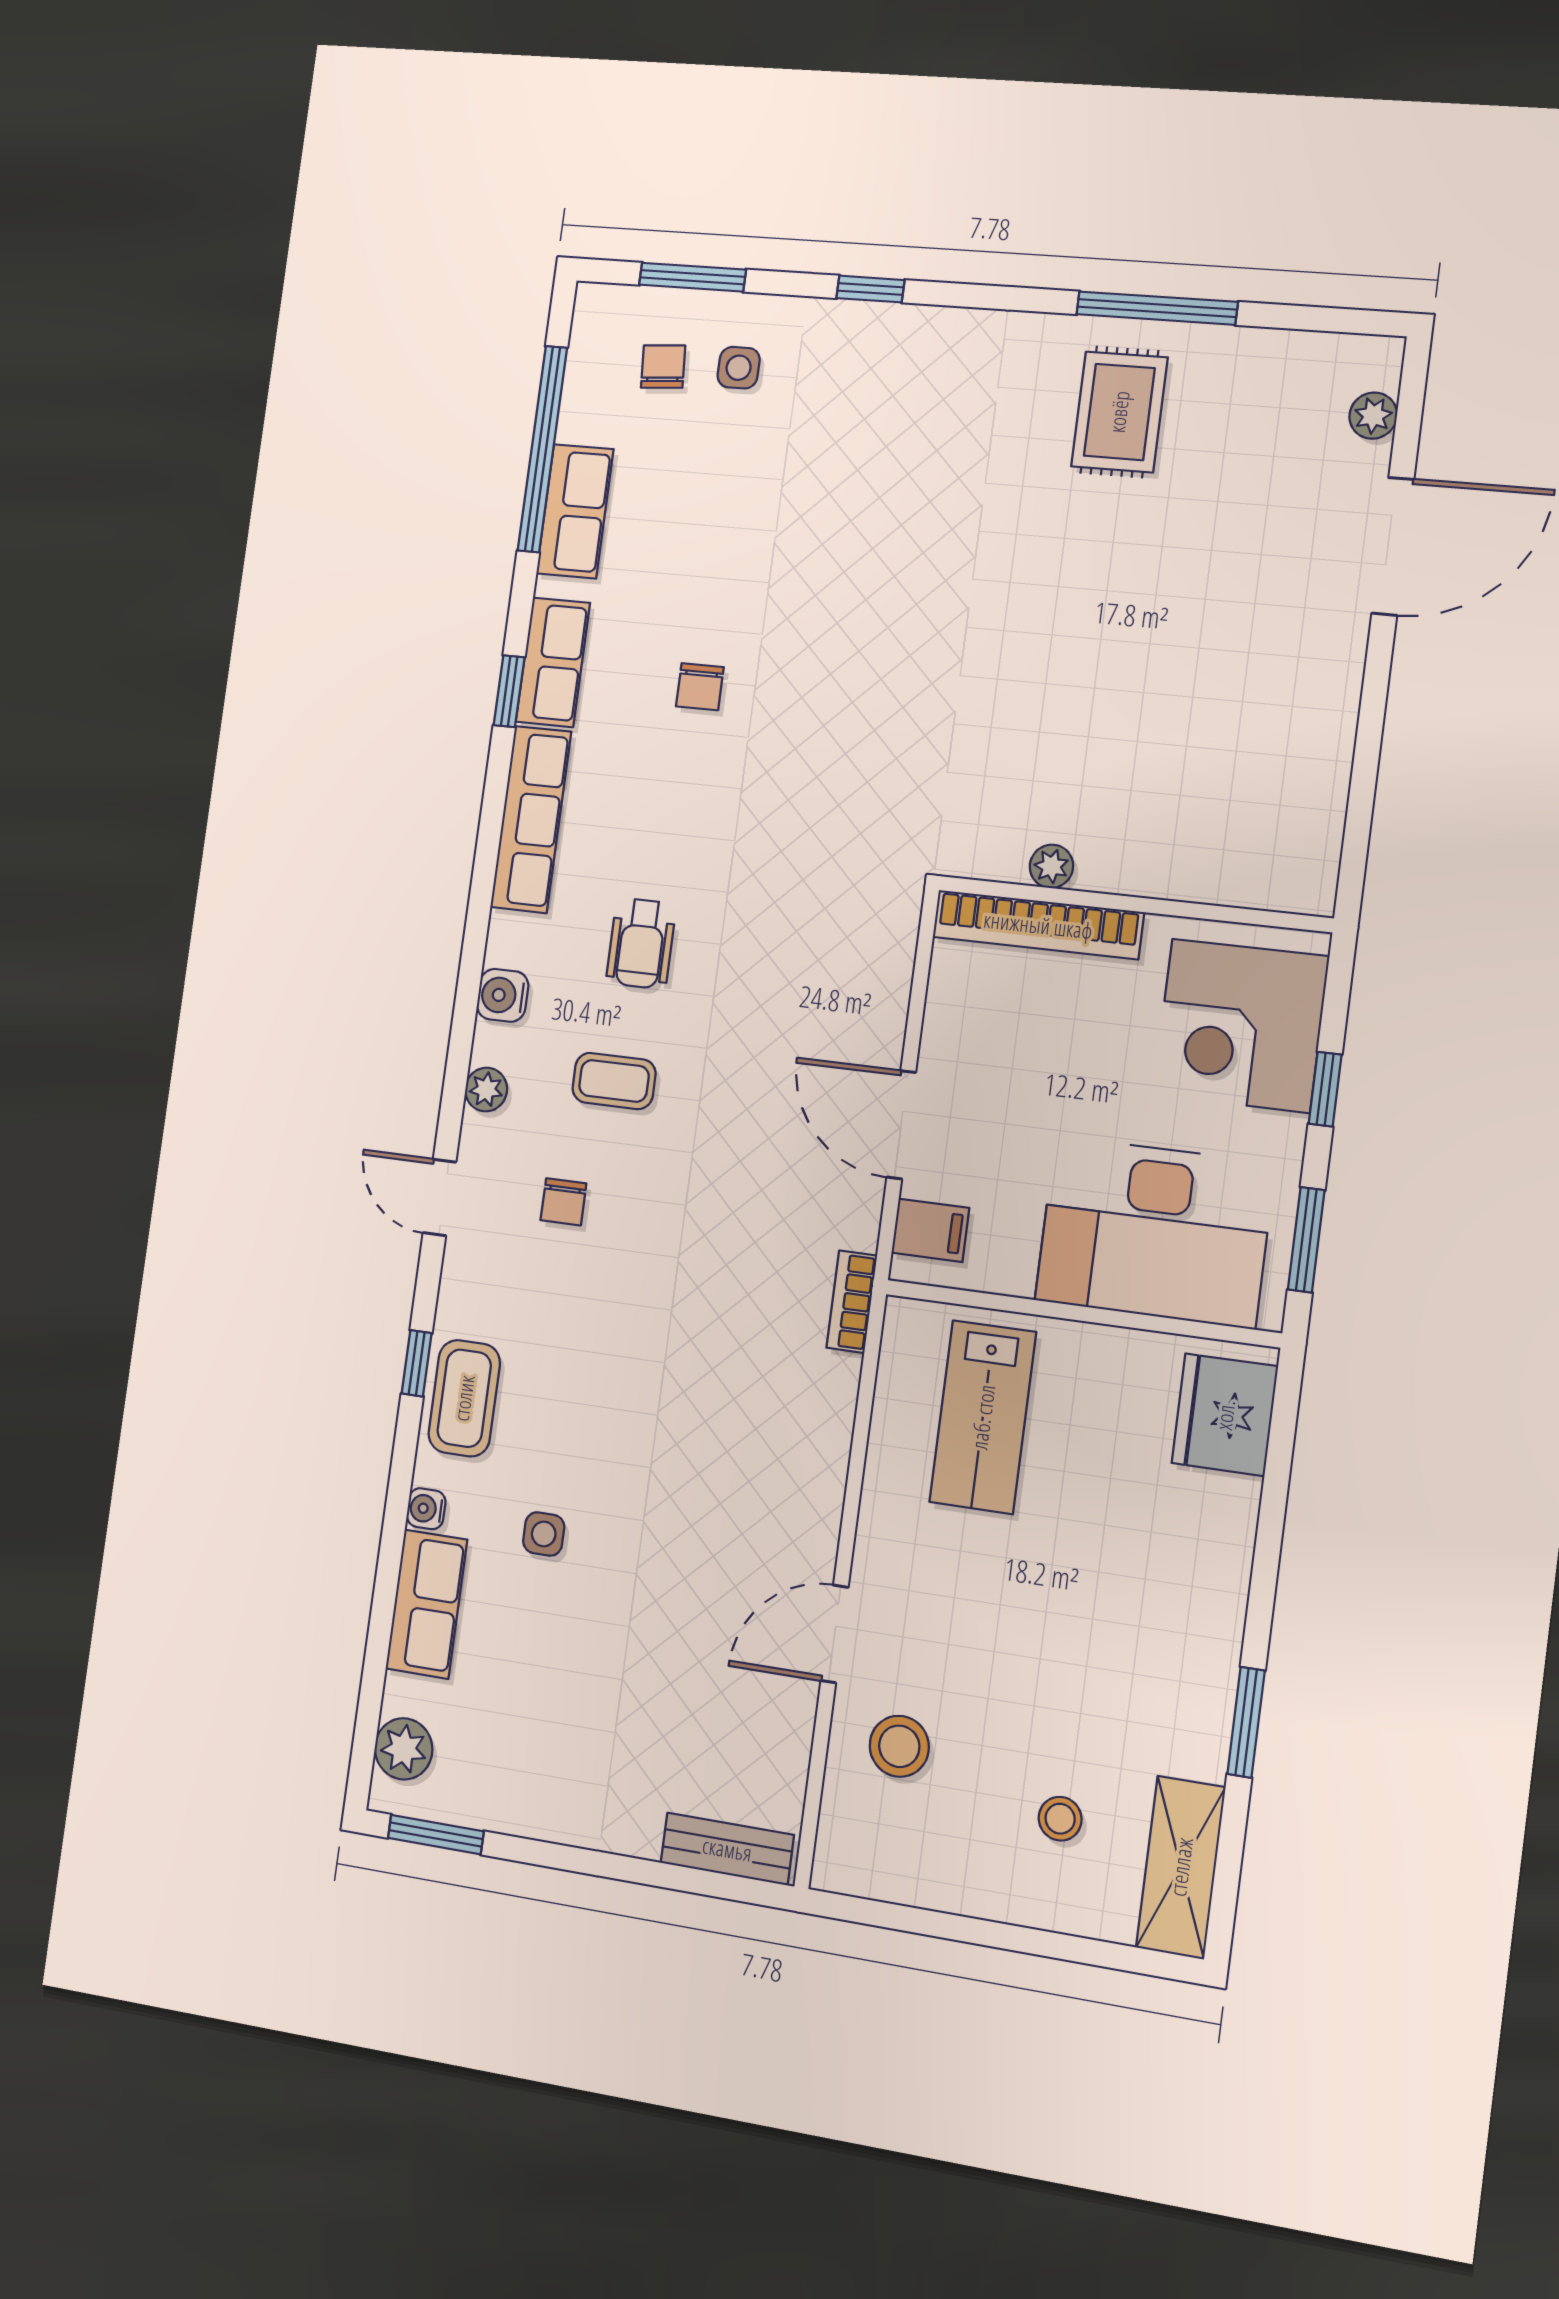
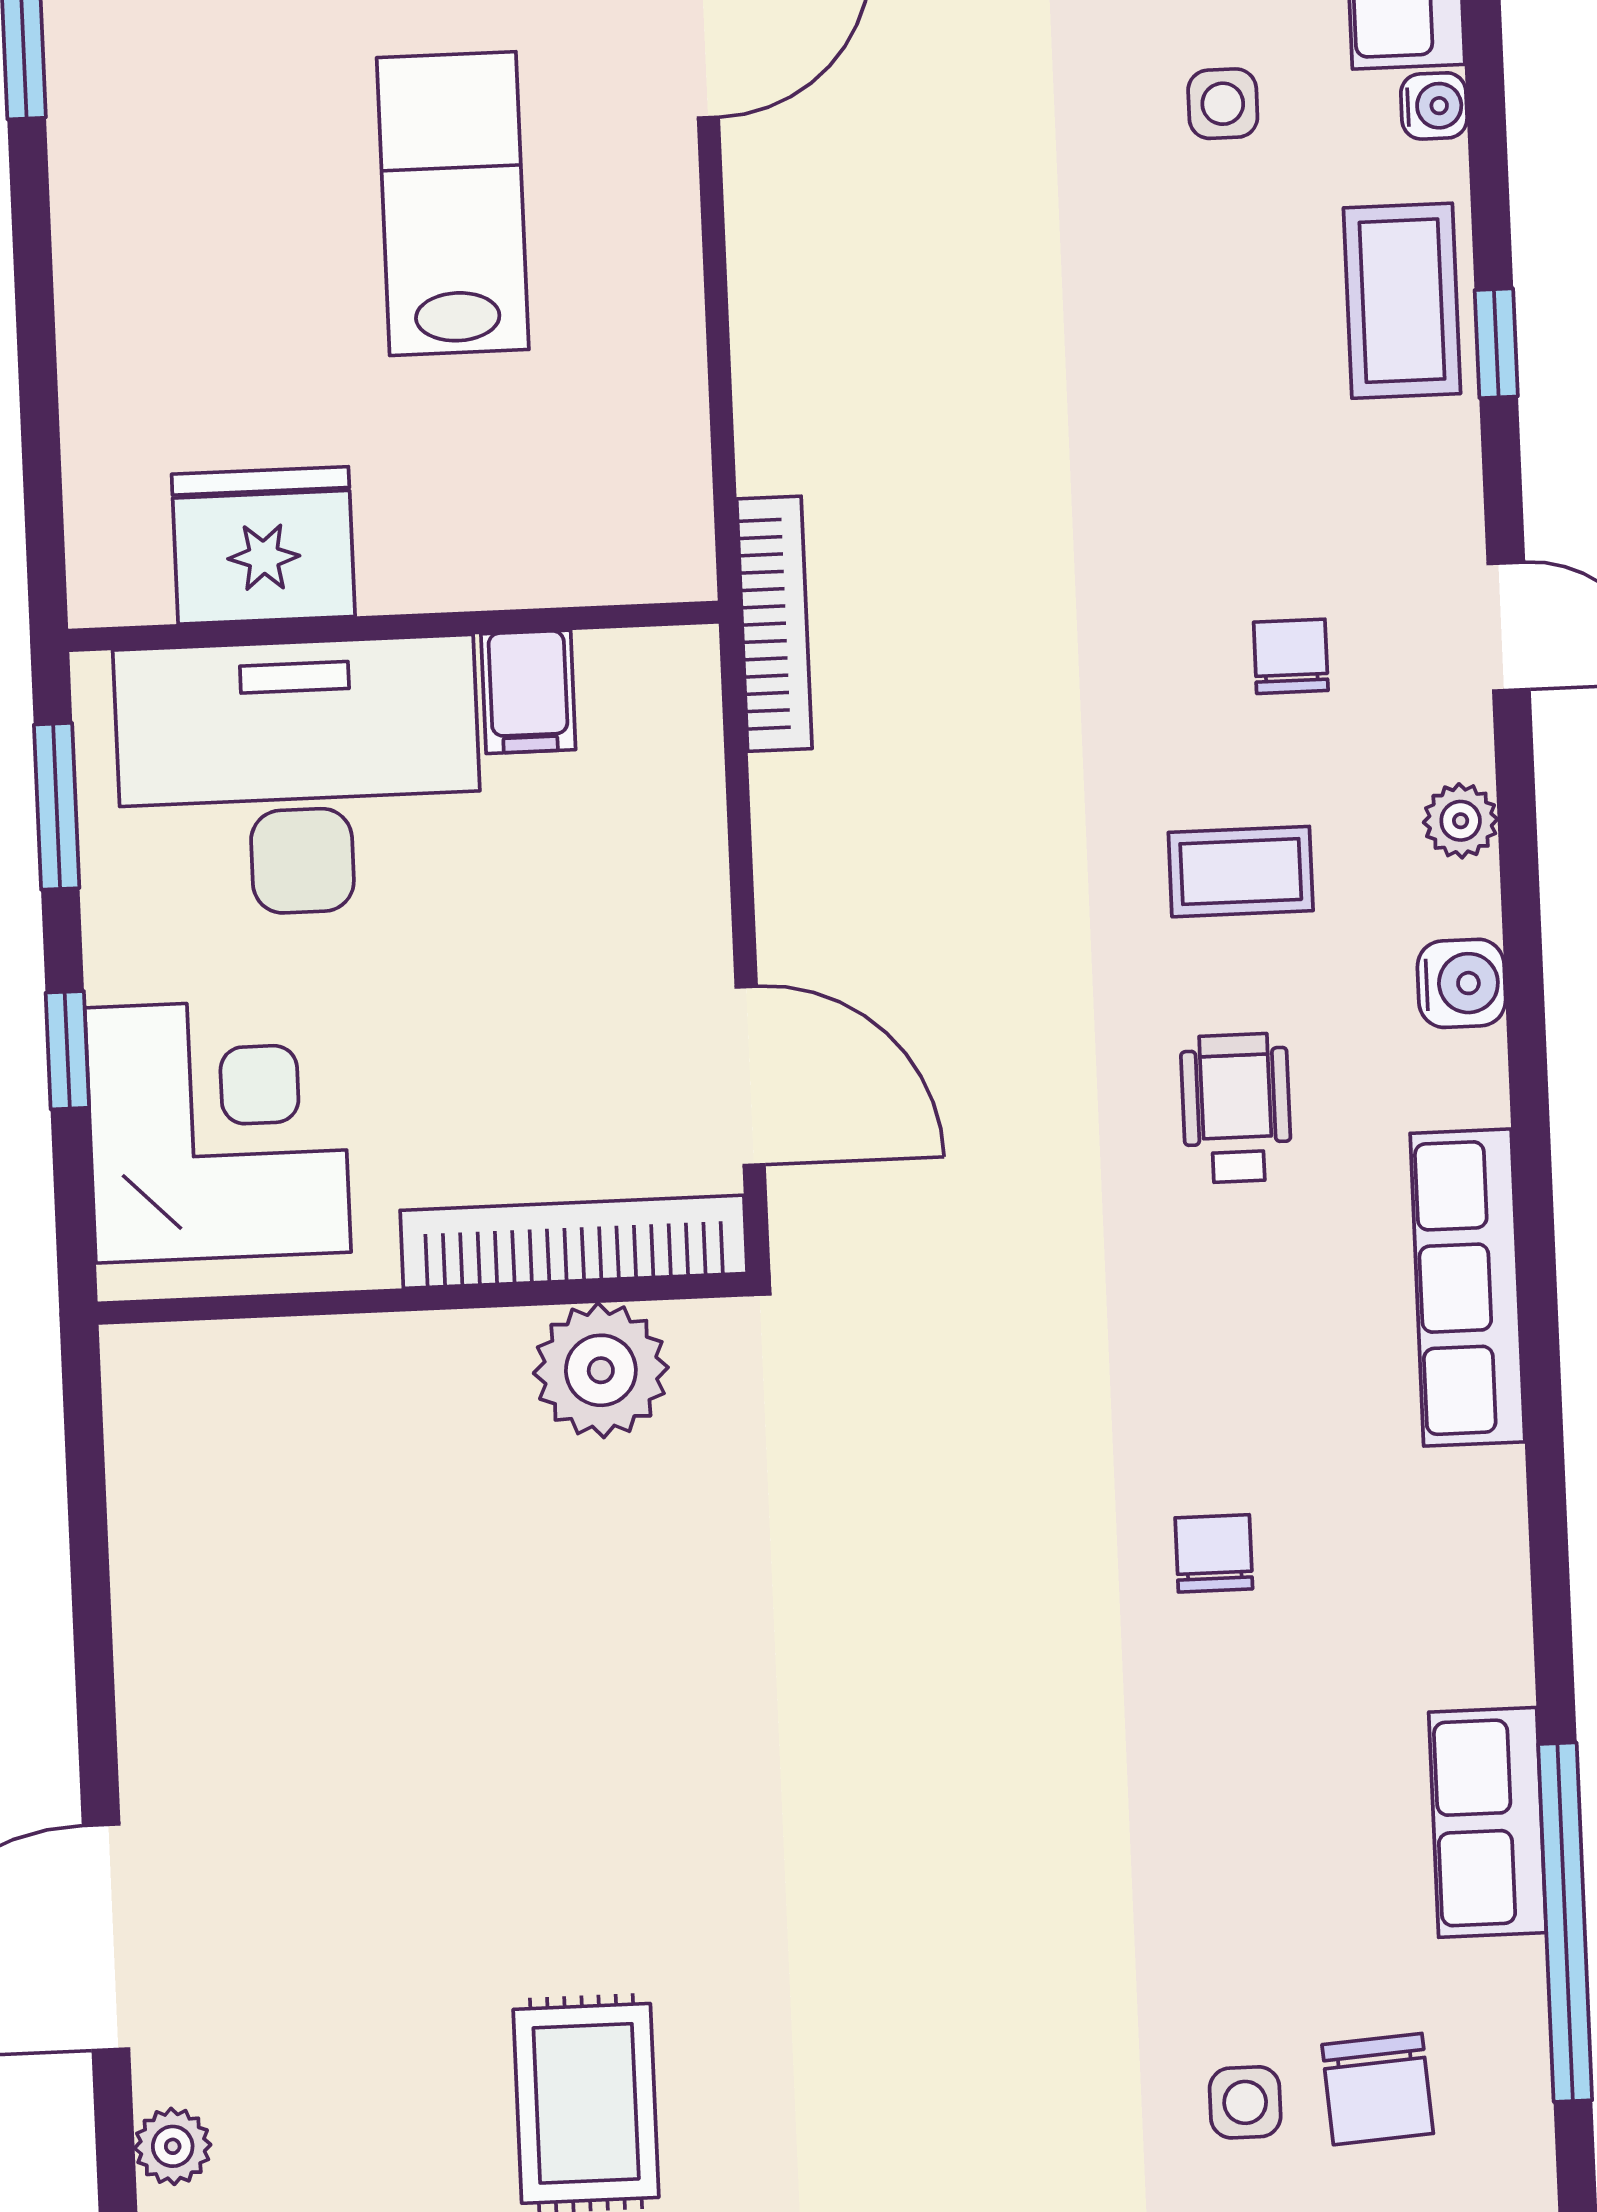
chair: (663, 367) -> (1378, 2089), width x1.37, depth x1.37
row of seats: (553, 662) -> (1478, 1560), removed
window: (509, 691) -> (1547, 1500), removed
plant: (1051, 866) -> (601, 1370), width x1.88, depth x1.88
door: (901, 1125) -> (750, 1076), moved
filing cabinet: (930, 1230) -> (528, 692), moved, turned -90
bookcase: (852, 1302) -> (774, 624), width x1.56
fridge: (1225, 1415) -> (263, 545), moved, turned -90
lab bench: (983, 1417) -> (453, 204), moved

